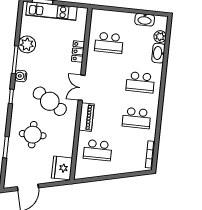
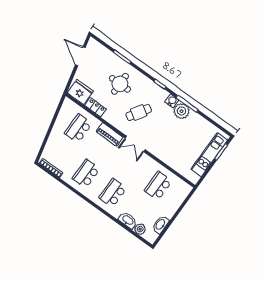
plant: (27, 44) -> (181, 111), moved
locker: (78, 51) -> (95, 107), moved
double door: (82, 88) -> (135, 144), swing flipped
cafe table: (50, 101) -> (139, 112), width x0.73, depth x0.74

